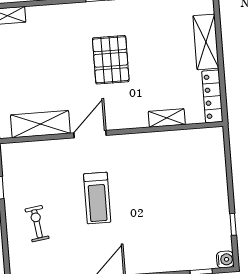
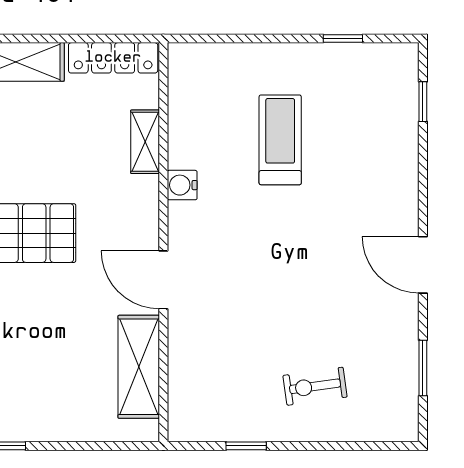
treadmill: (97, 198) -> (280, 140), moved, turned -90
water cooler: (225, 259) -> (182, 185), moved, turned -90

